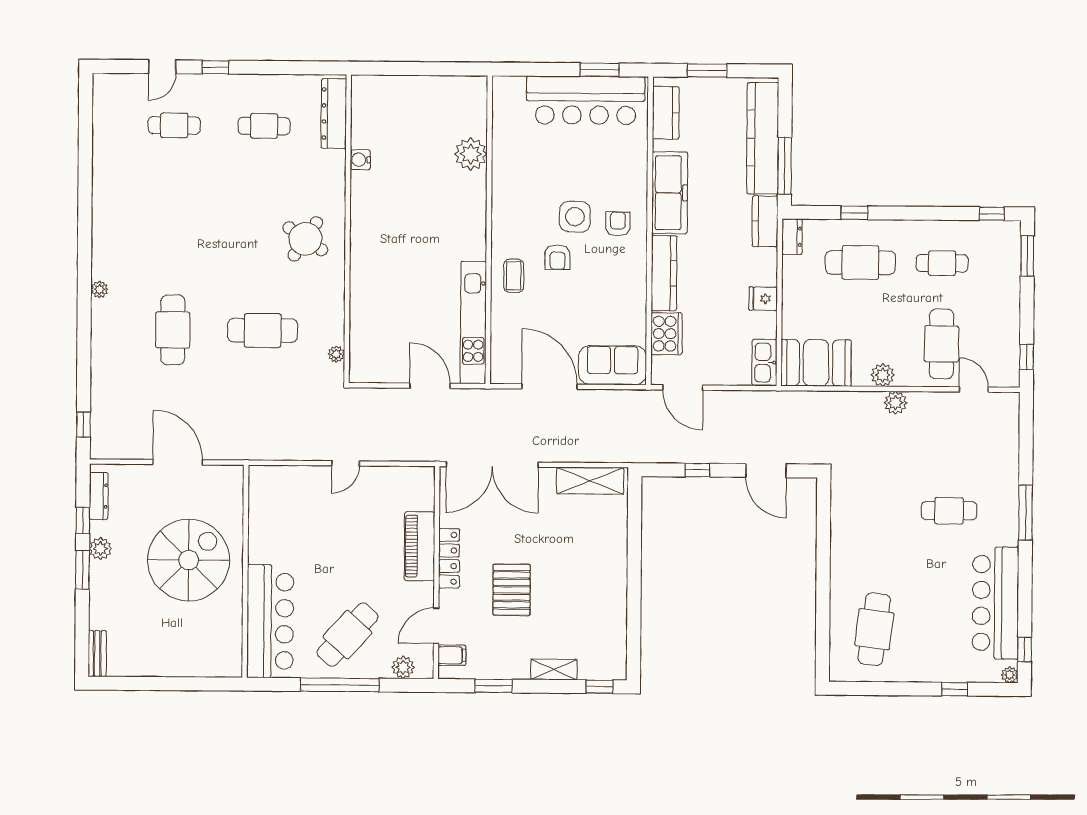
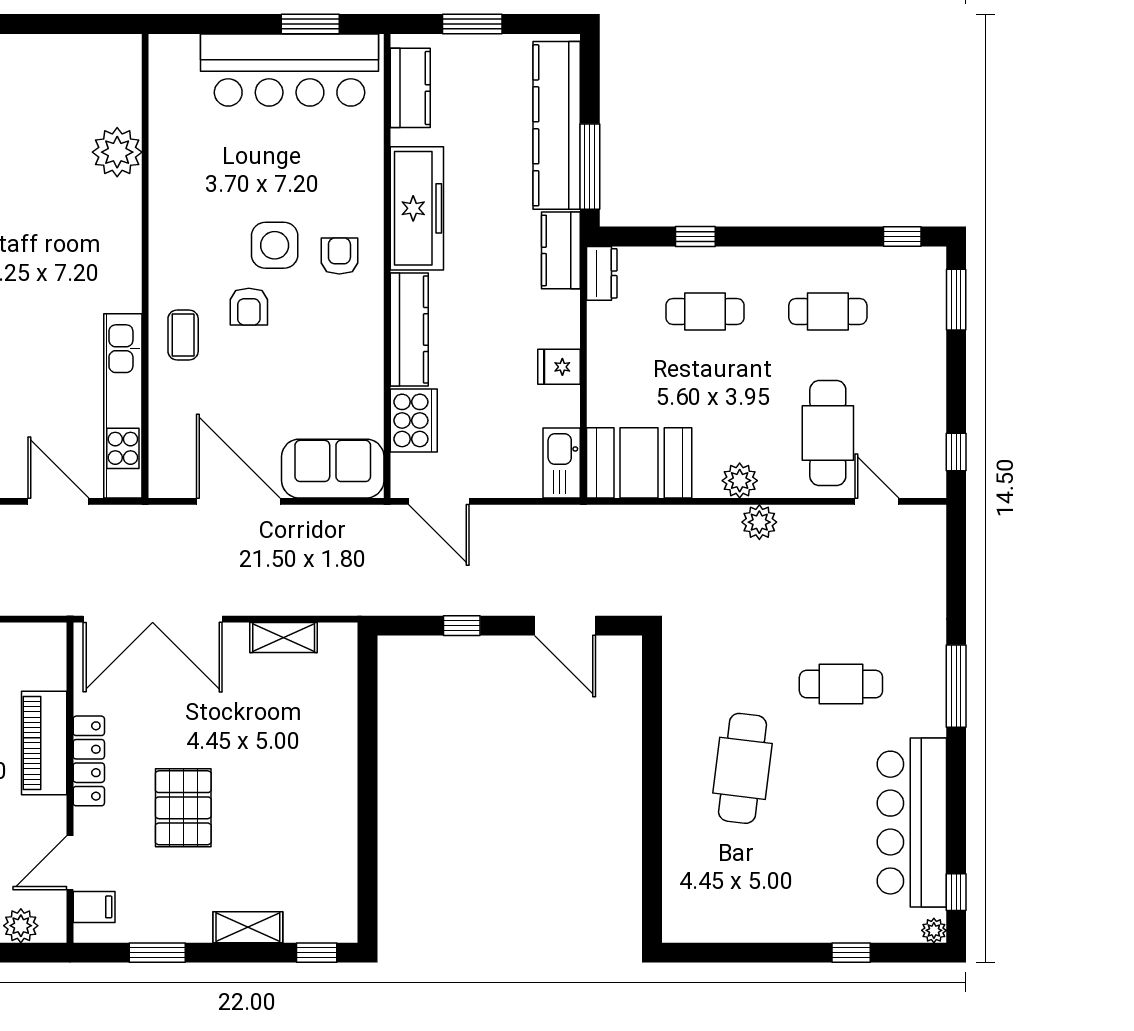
cafe table: (860, 263) -> (705, 311), width x0.73, depth x0.74
shelving: (590, 481) -> (284, 638), width x0.67, depth x0.75
cafe table: (874, 629) -> (742, 768), moved

